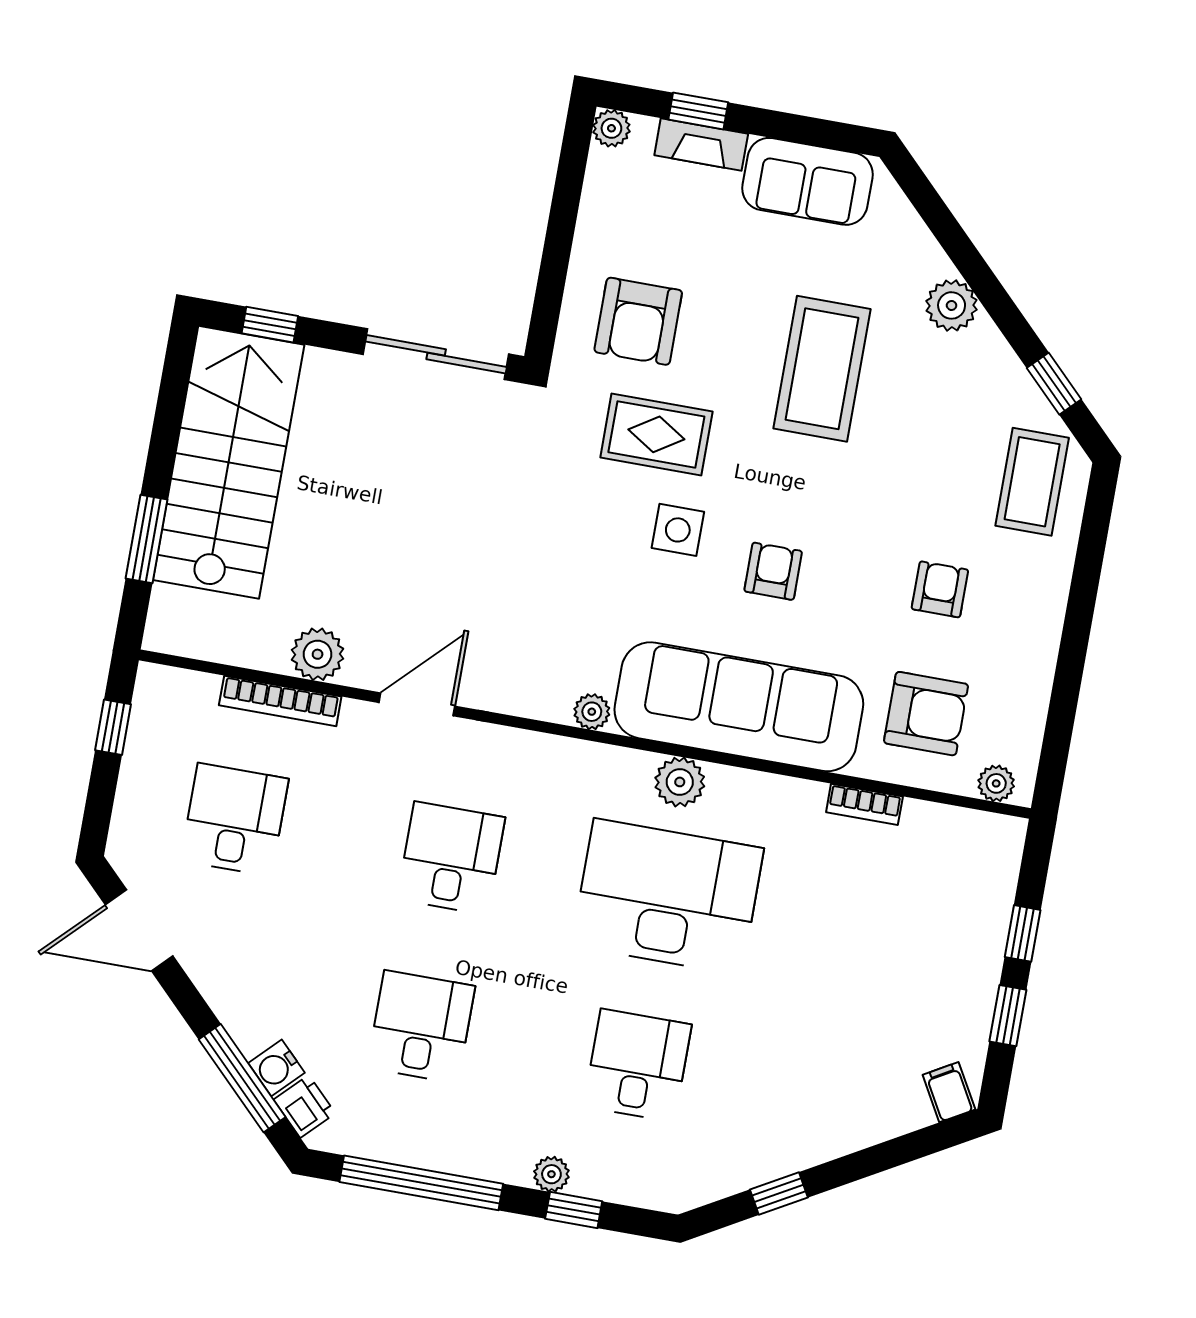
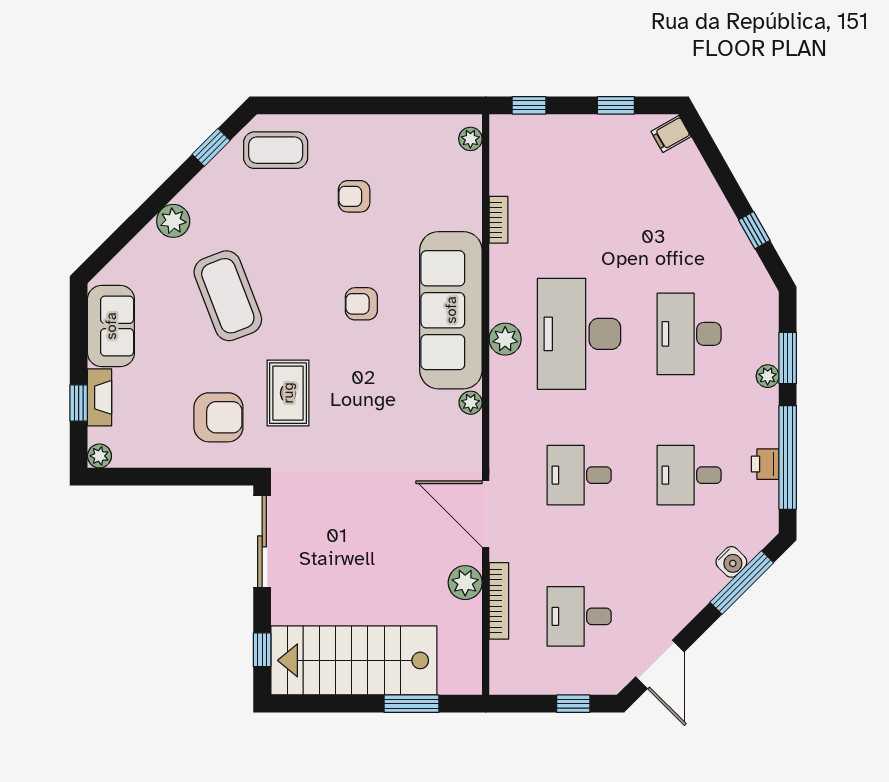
coffee table: (822, 369) -> (228, 296), turned 69
side table: (678, 530) -> (346, 369), removed
door: (417, 704) -> (486, 514), width x1.36
armchair: (926, 714) -> (434, 191), removed
window: (113, 727) -> (573, 704), moved
window: (1023, 933) -> (529, 105), moved
desk: (638, 1065) -> (689, 334), width x1.37
printer: (305, 1106) -> (765, 464), moved, turned -45
window: (574, 1210) -> (788, 358), width x1.50

